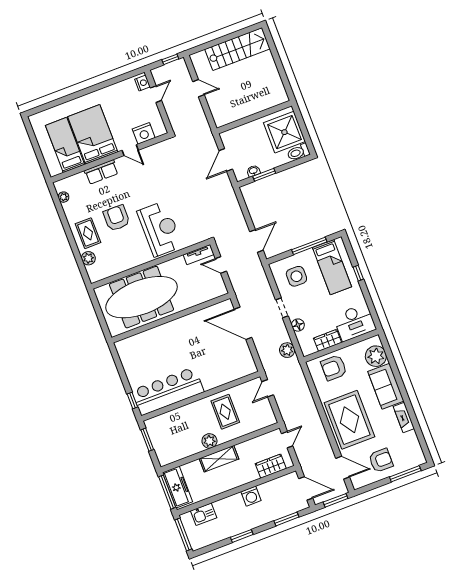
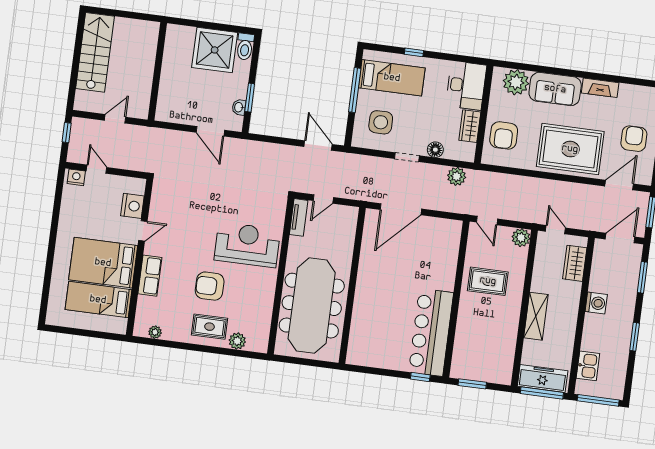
wall: (254, 117) -> (157, 71), moved
plant: (209, 441) -> (521, 238), moved

